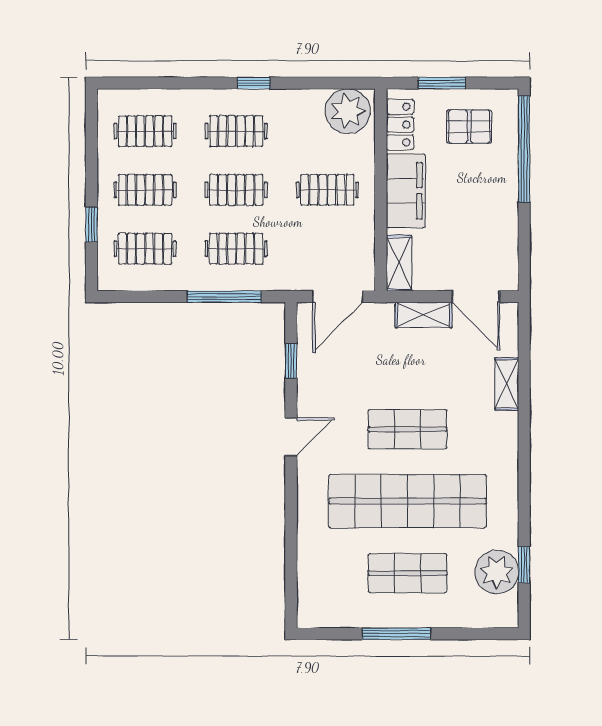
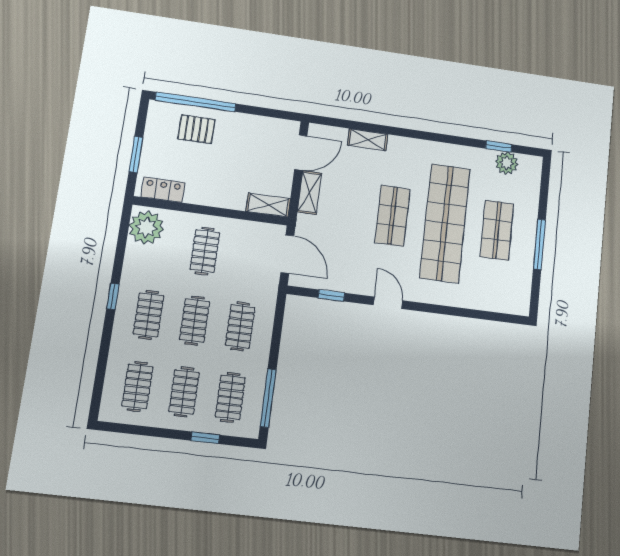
pallet: (469, 127) -> (196, 129), moved, turned 90
filing cabinet: (406, 191) -> (214, 193), removed
window: (224, 297) -> (268, 398), moved
plant: (497, 572) -> (507, 163), width x0.73, depth x0.73

